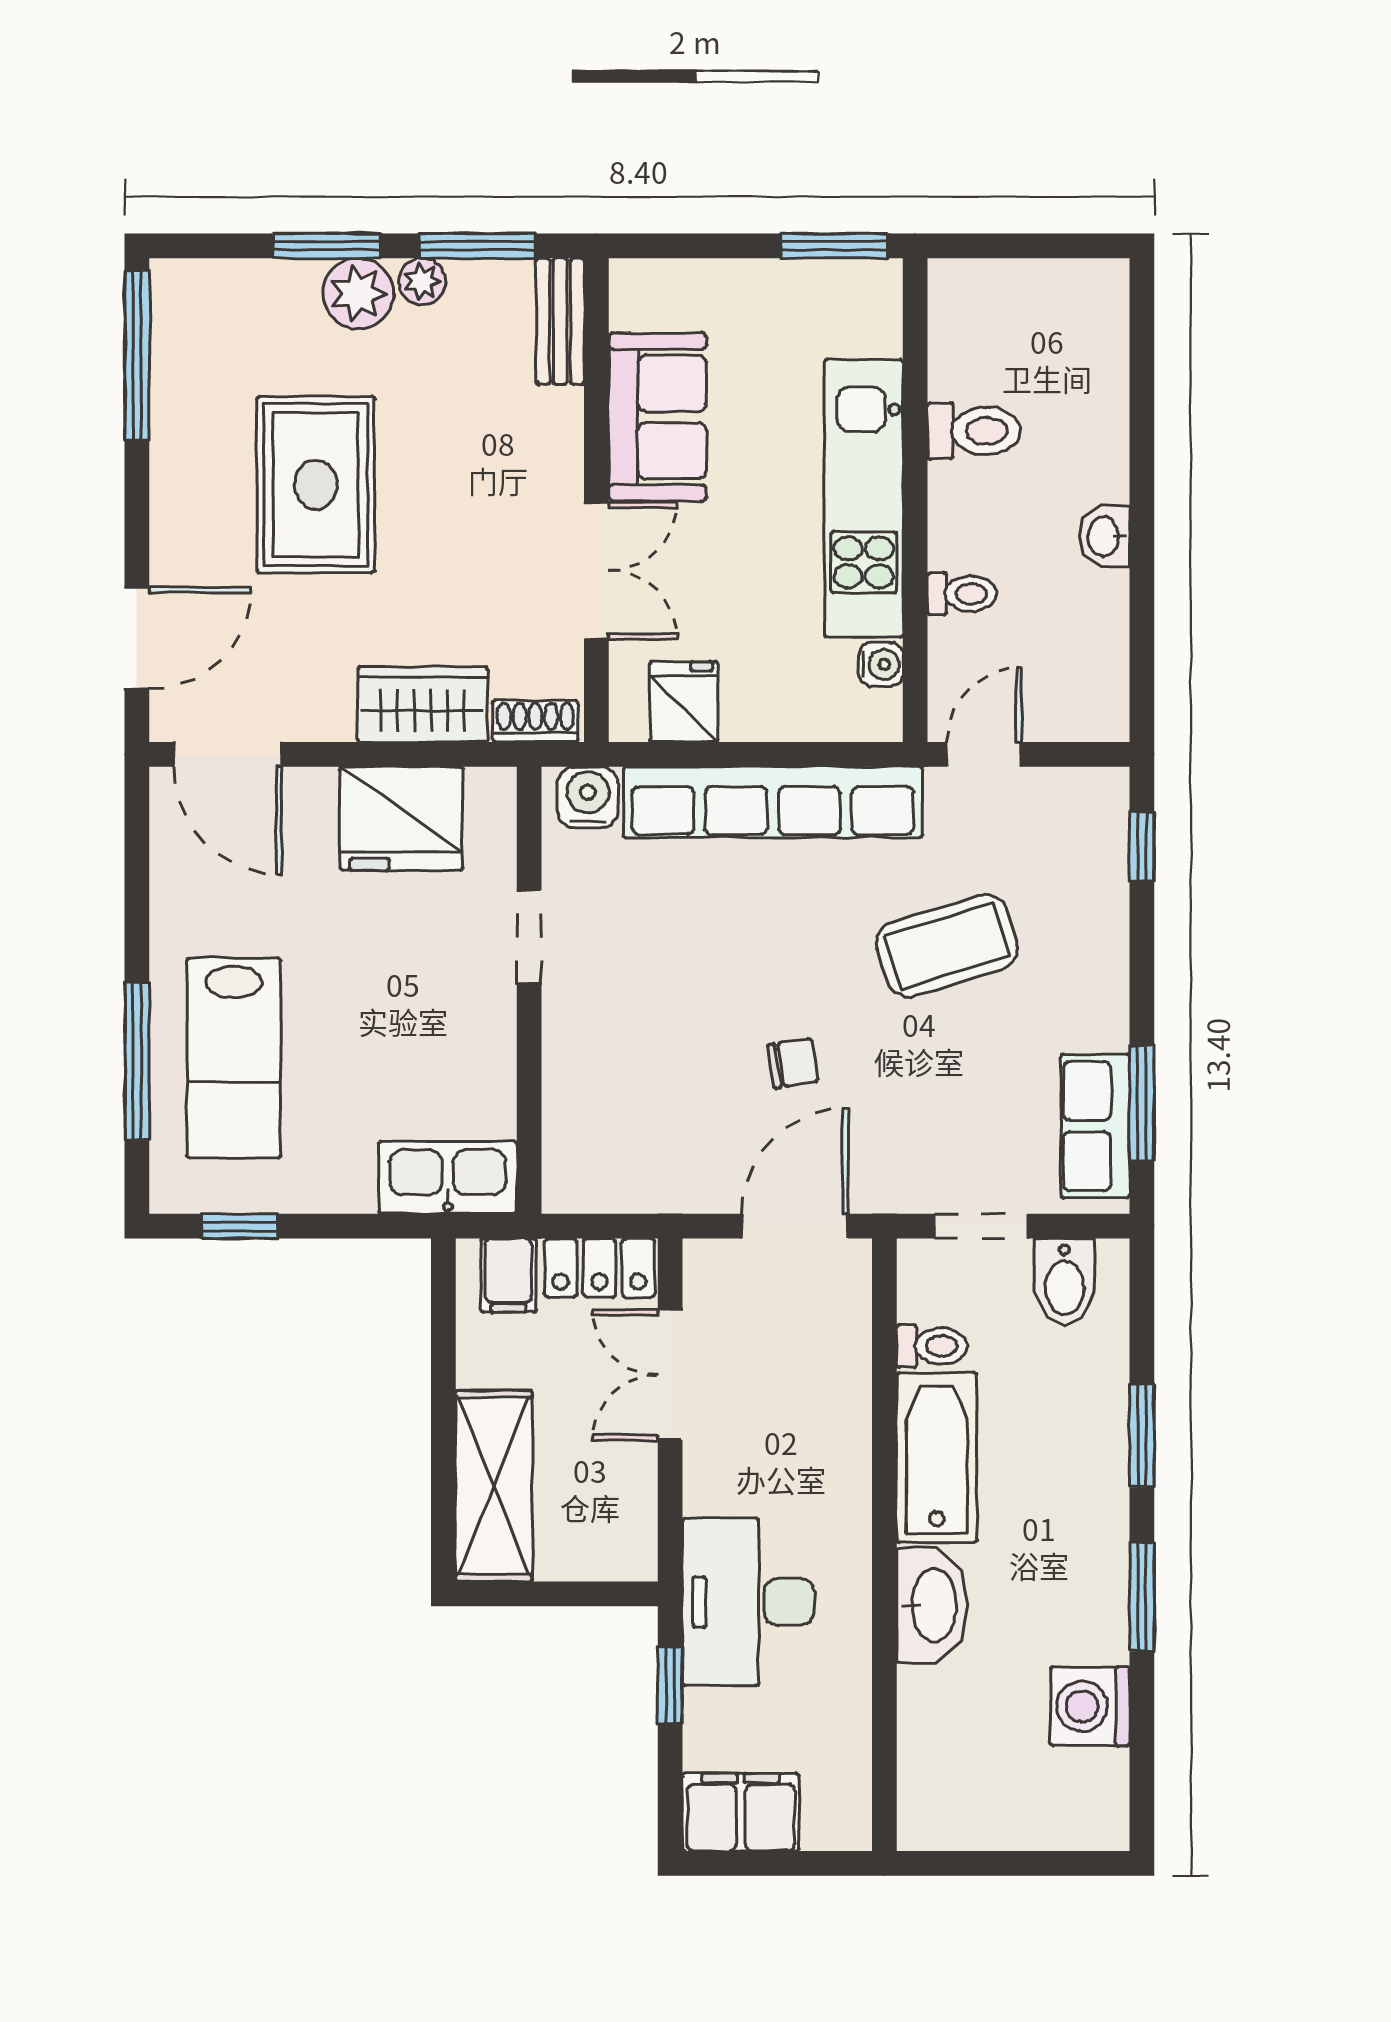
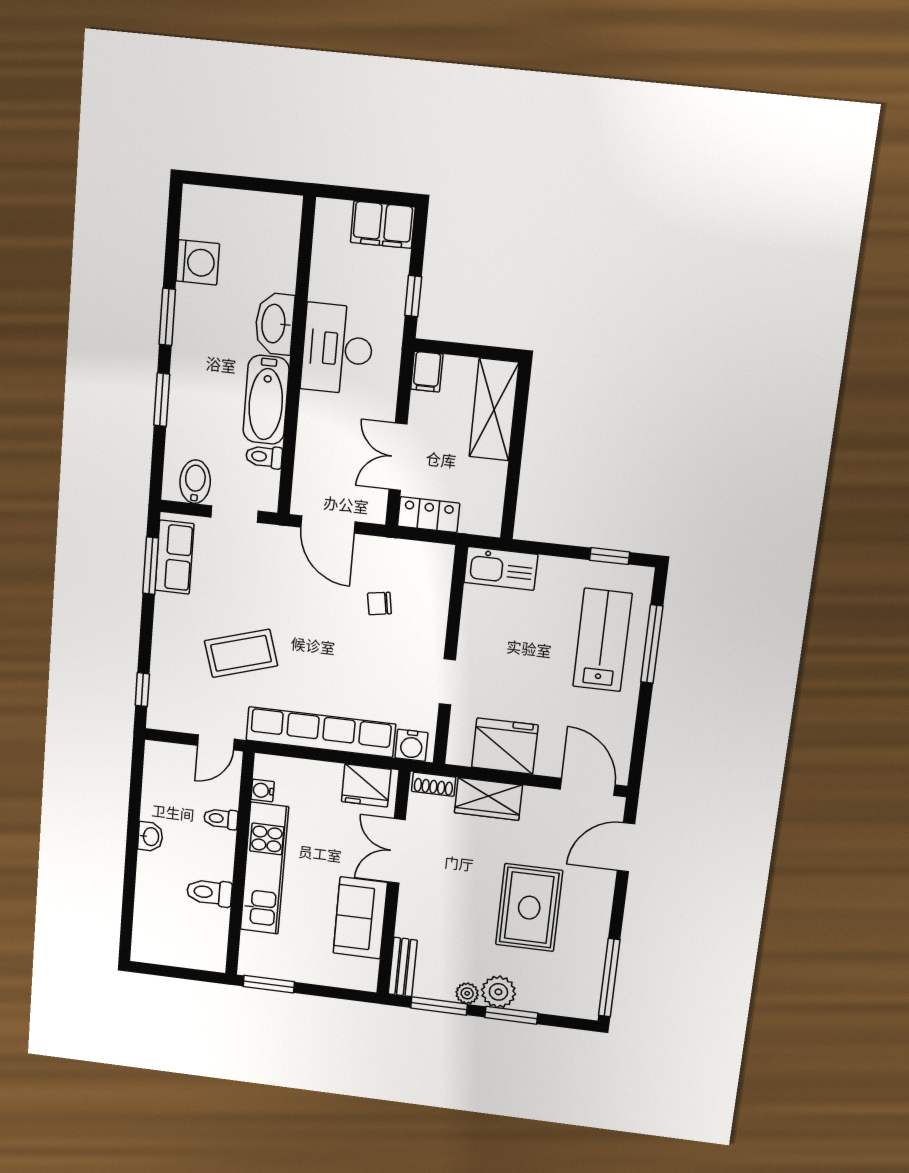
fridge: (684, 702) -> (366, 785), width x1.38
chair: (793, 1063) -> (379, 603), moved
door: (795, 1226) -> (328, 524), hinge flipped
filing cabinet: (509, 1275) -> (427, 372), moved, turned 180
double door: (670, 1375) -> (398, 457), swing flipped
desk: (748, 1602) -> (337, 349), moved, turned 180

